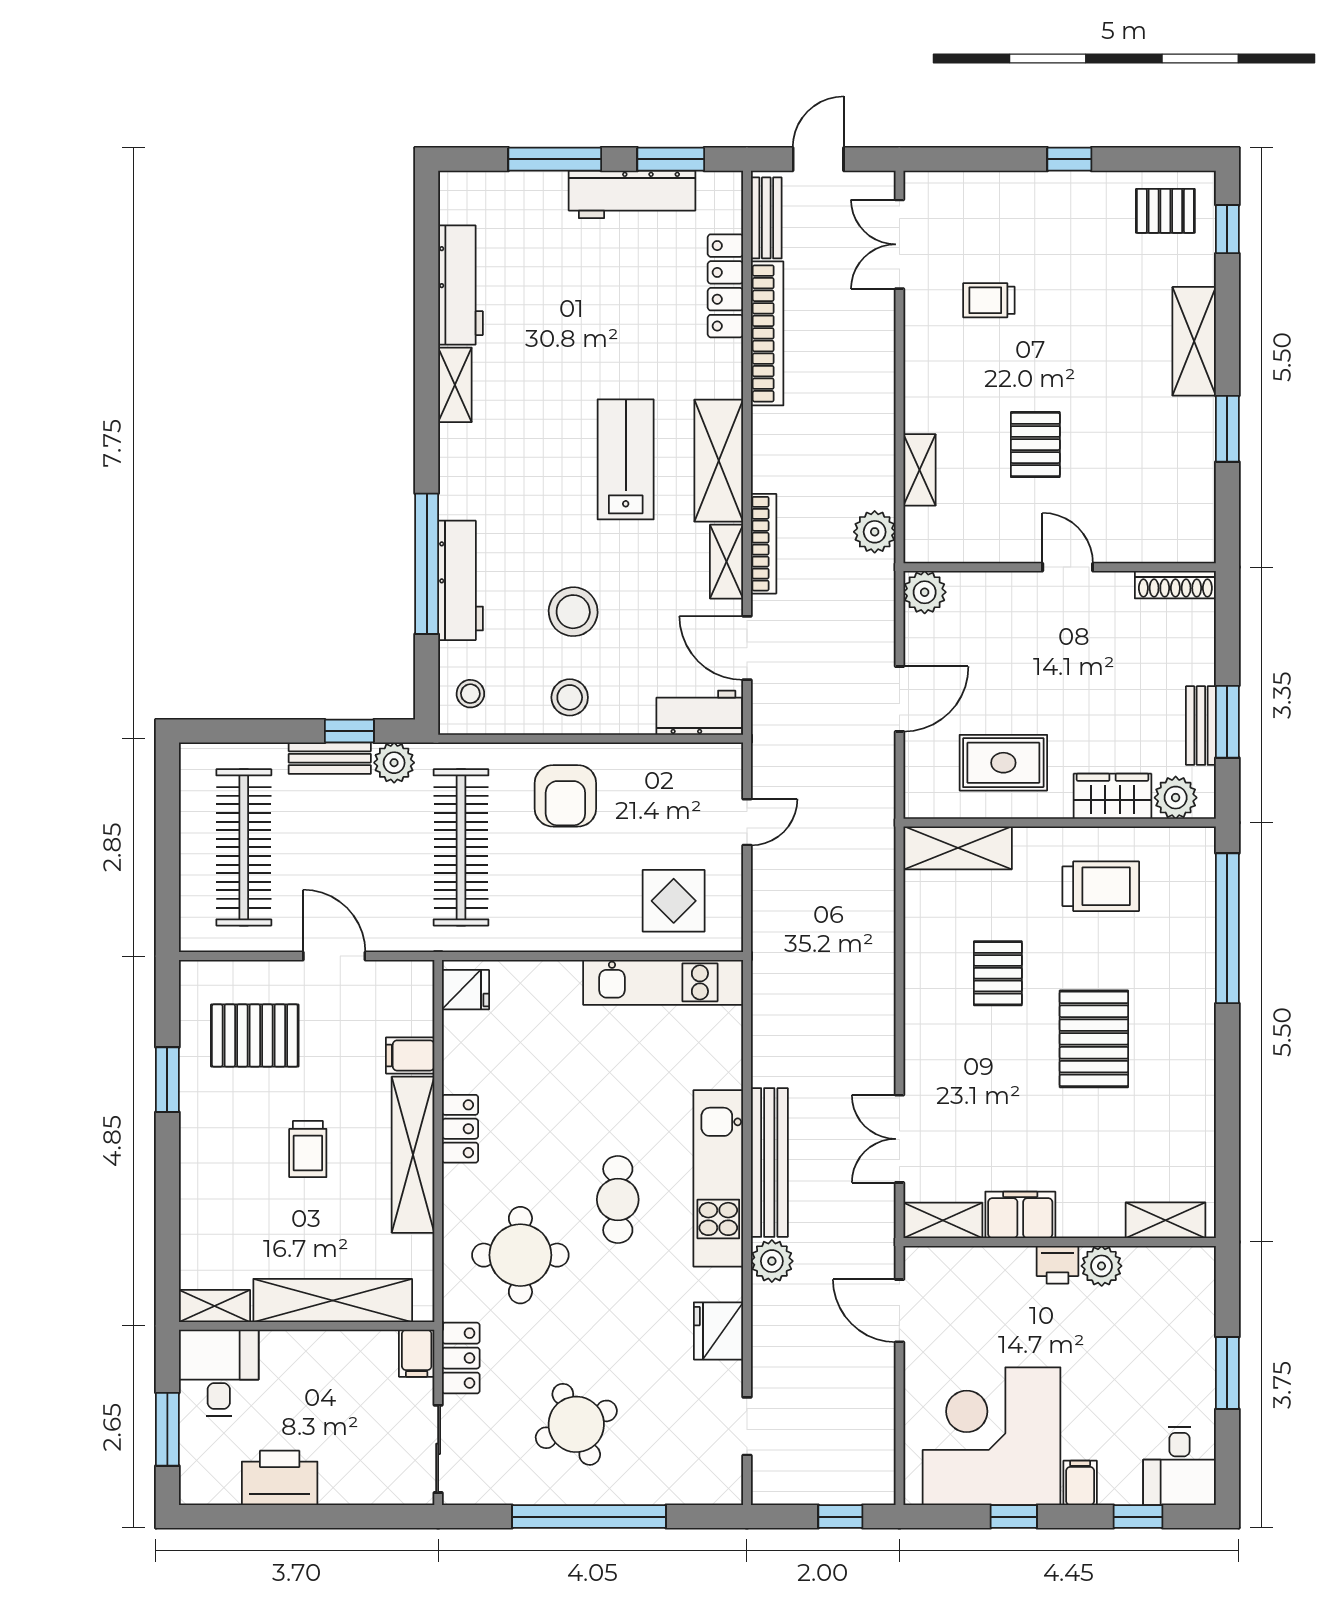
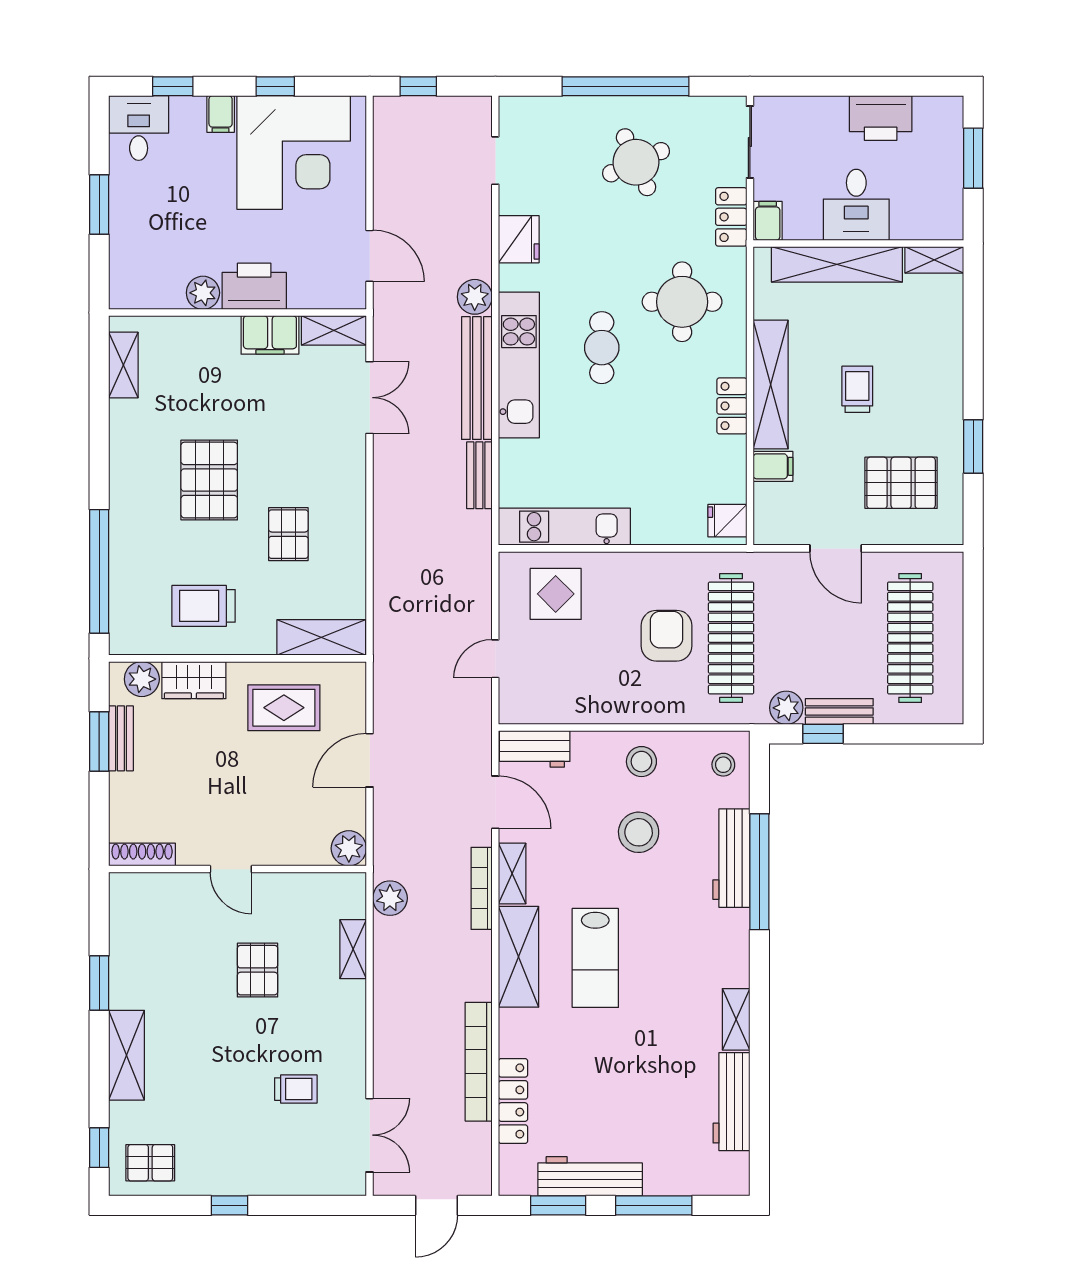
bench: (766, 218) -> (479, 475), moved
armchair: (565, 796) -> (666, 636), moved
shelving: (1165, 1220) -> (123, 365), moved, turned 90
printer: (1057, 1265) -> (254, 286), width x1.87, depth x1.48
desk: (219, 1373) -> (856, 205), moved

